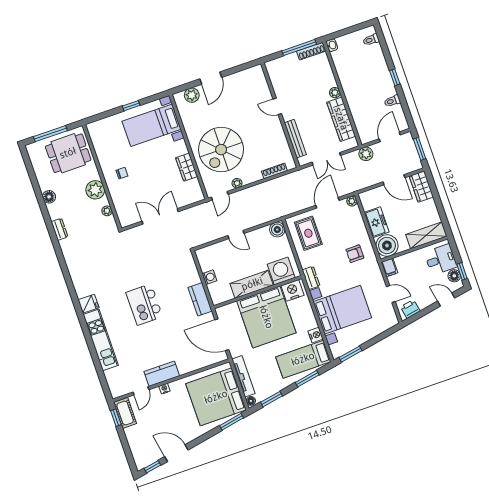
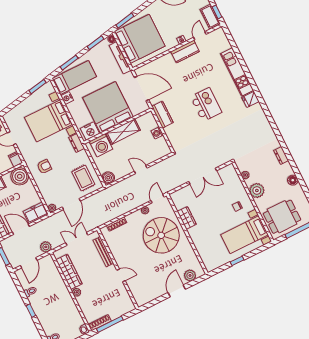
bed with nightstands: (152, 125) -> (244, 235), moved, turned 180
spiral stairs: (221, 150) -> (161, 235), turned -90
freezer: (377, 222) -> (36, 213), moved, turned 90

